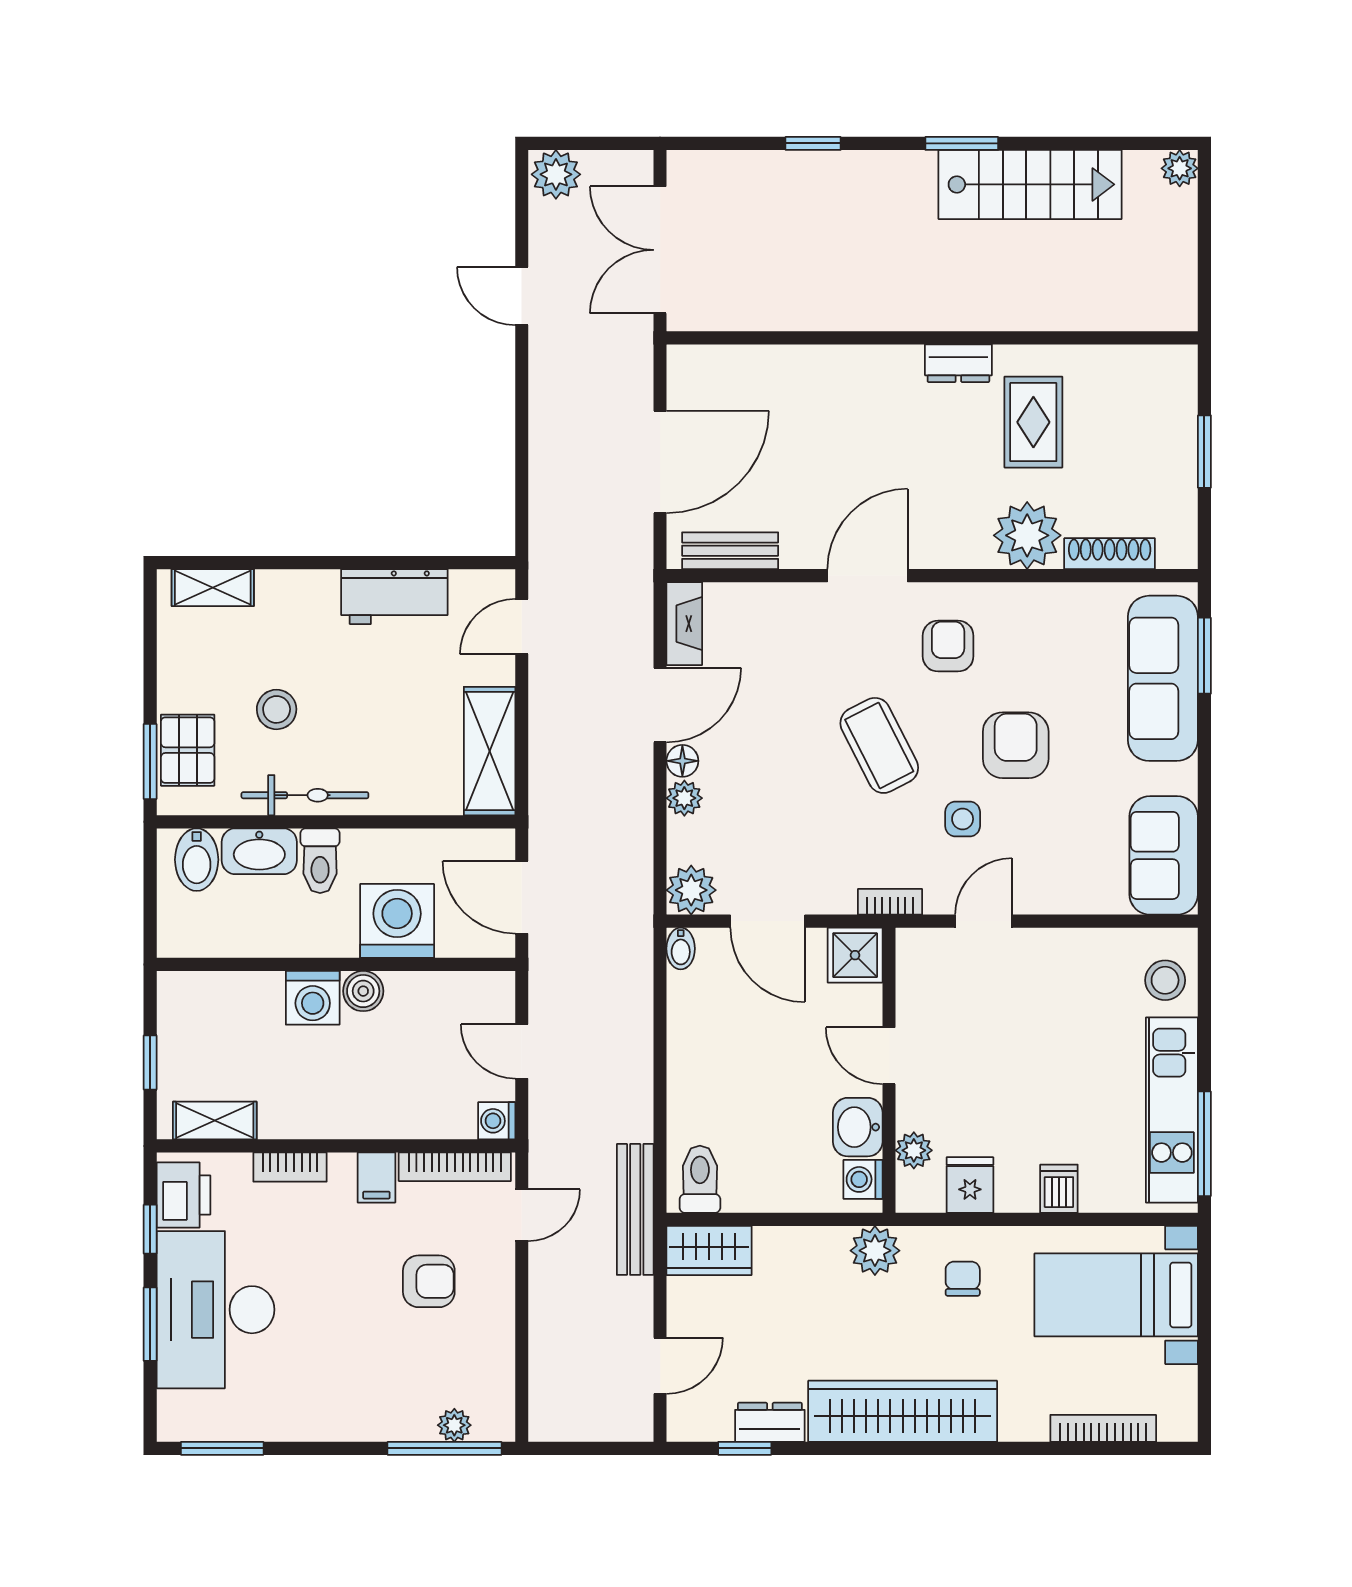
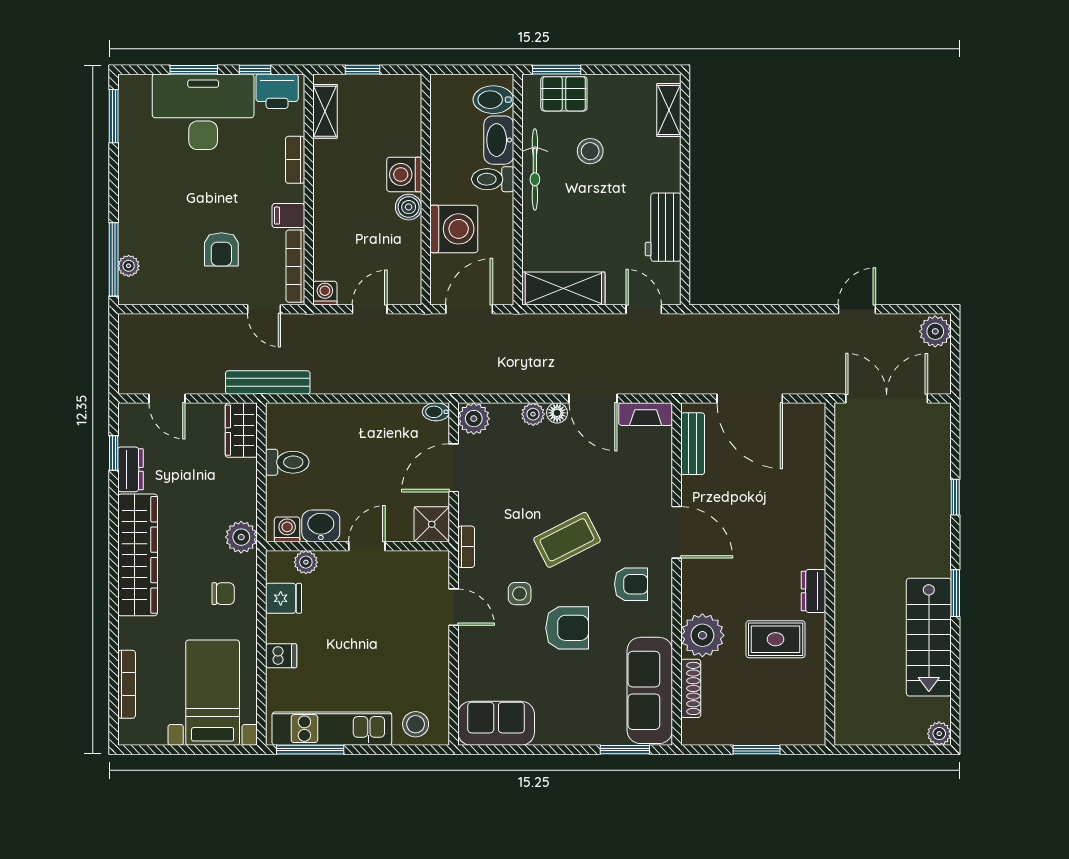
sofa: (1163, 678) -> (650, 690), moved, turned -90
toilet: (700, 1179) -> (287, 462), moved

